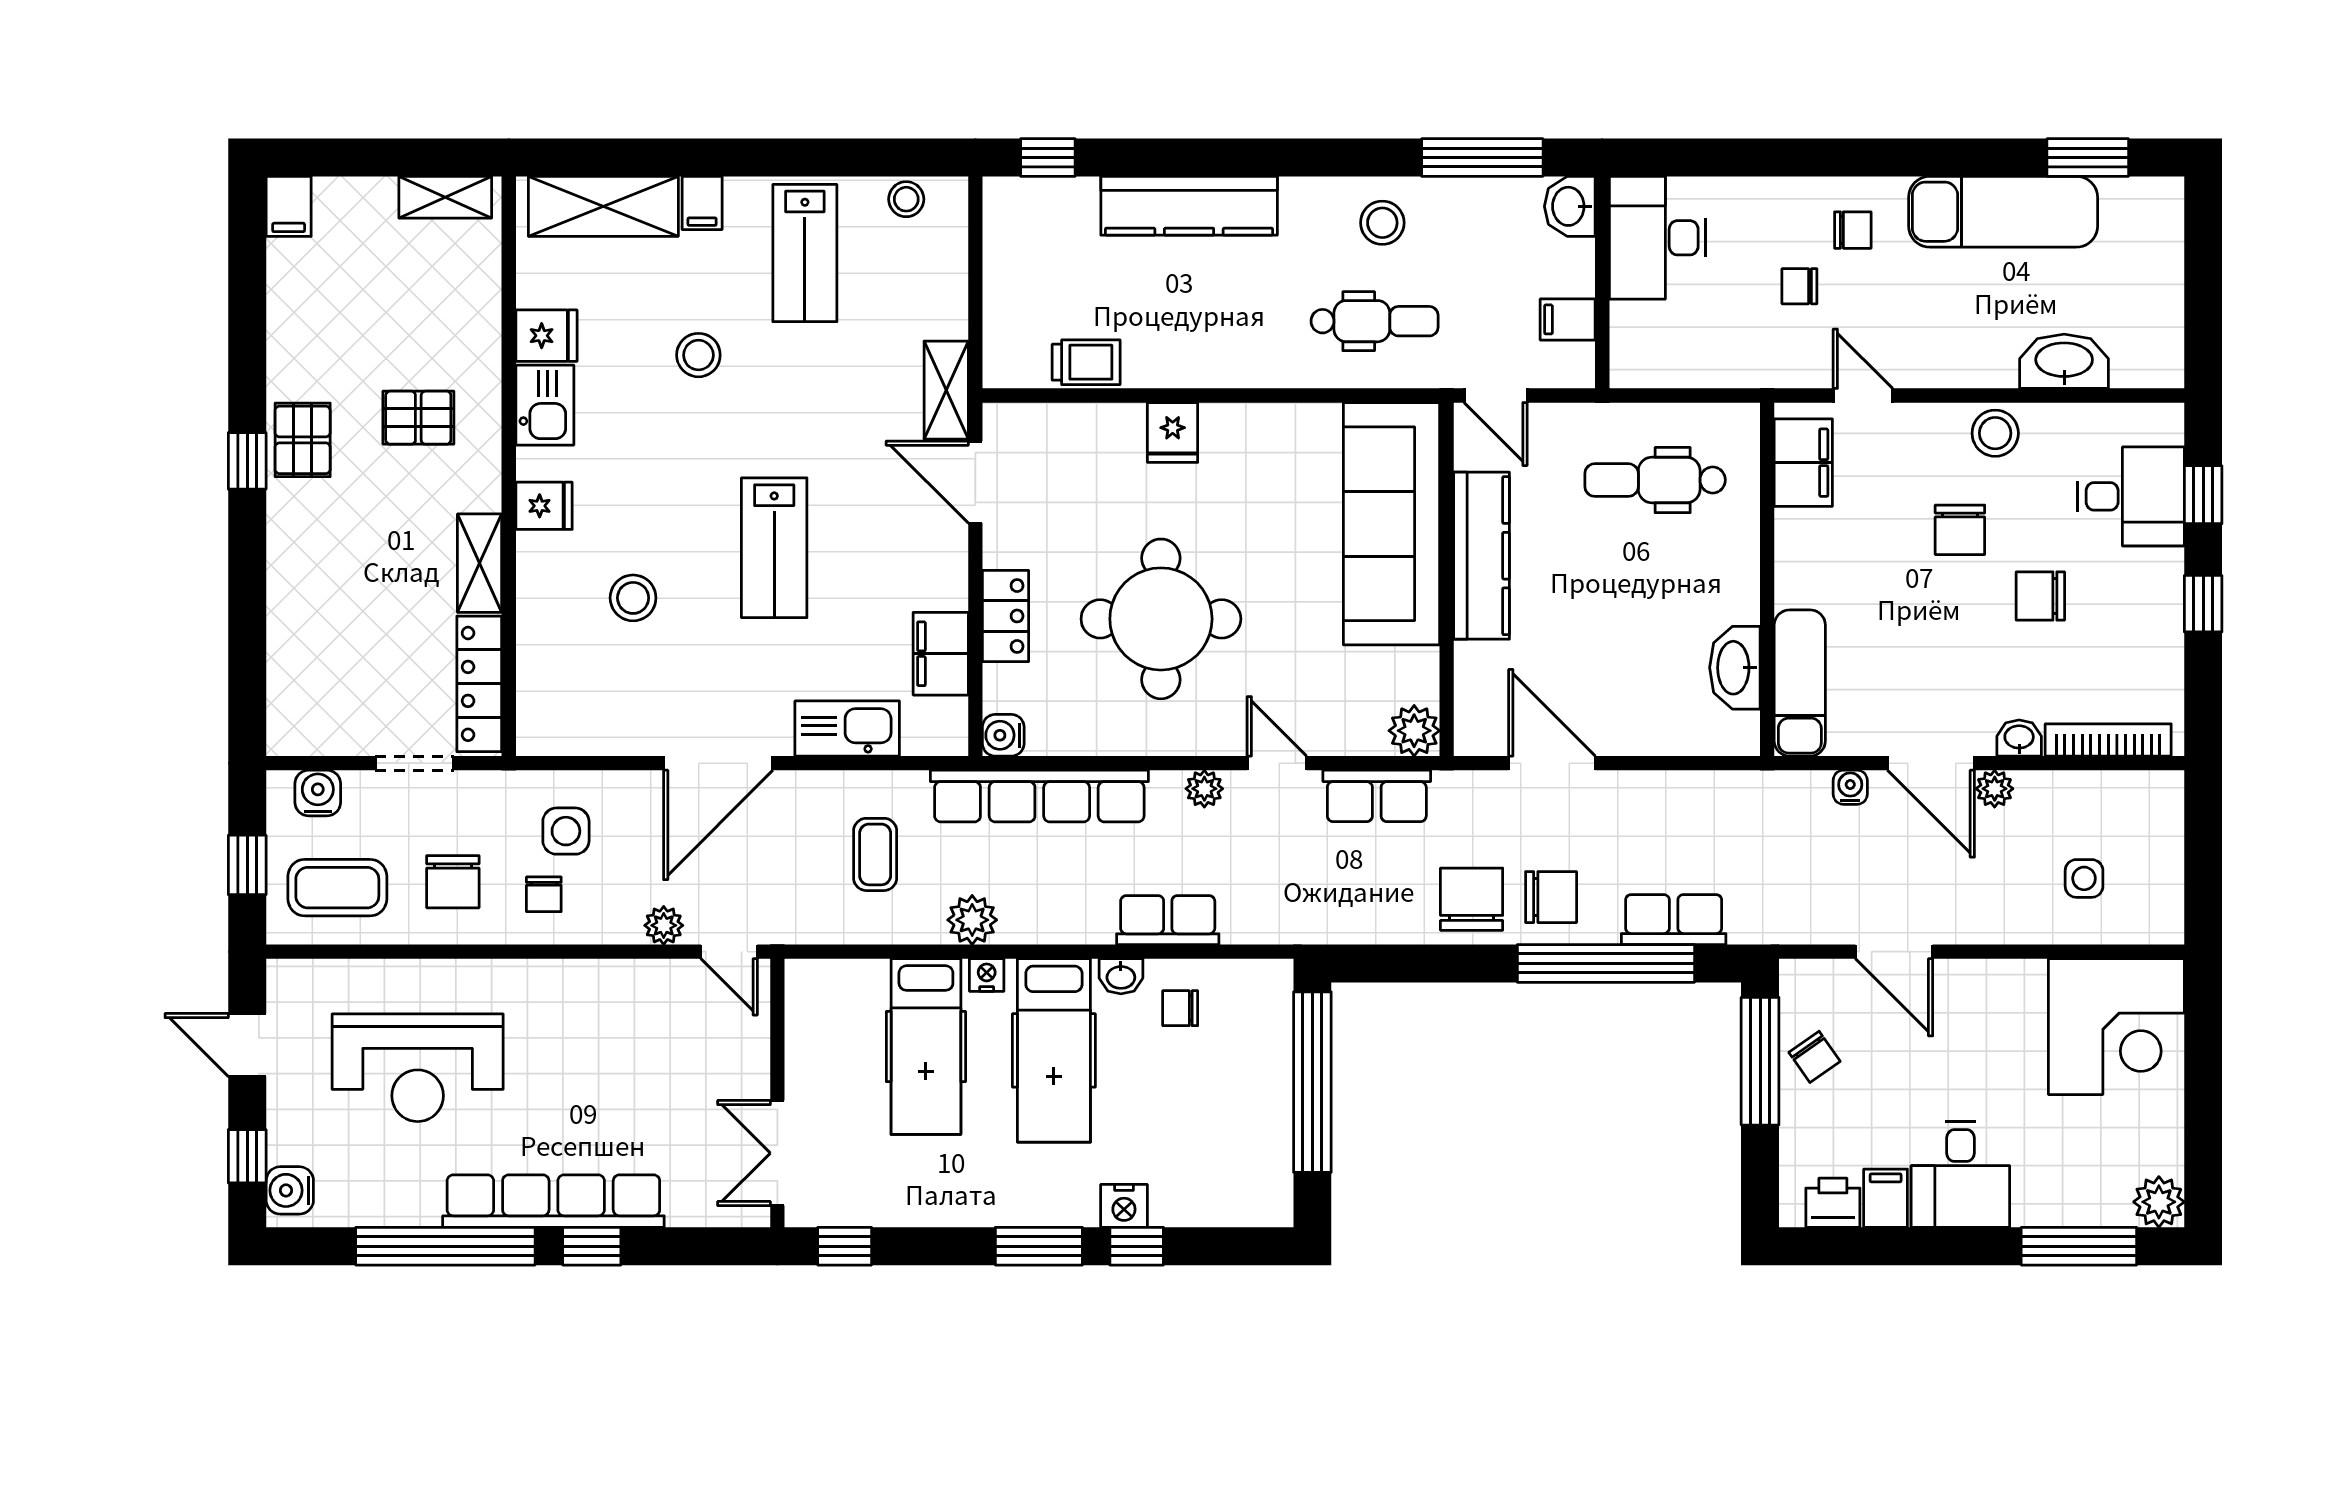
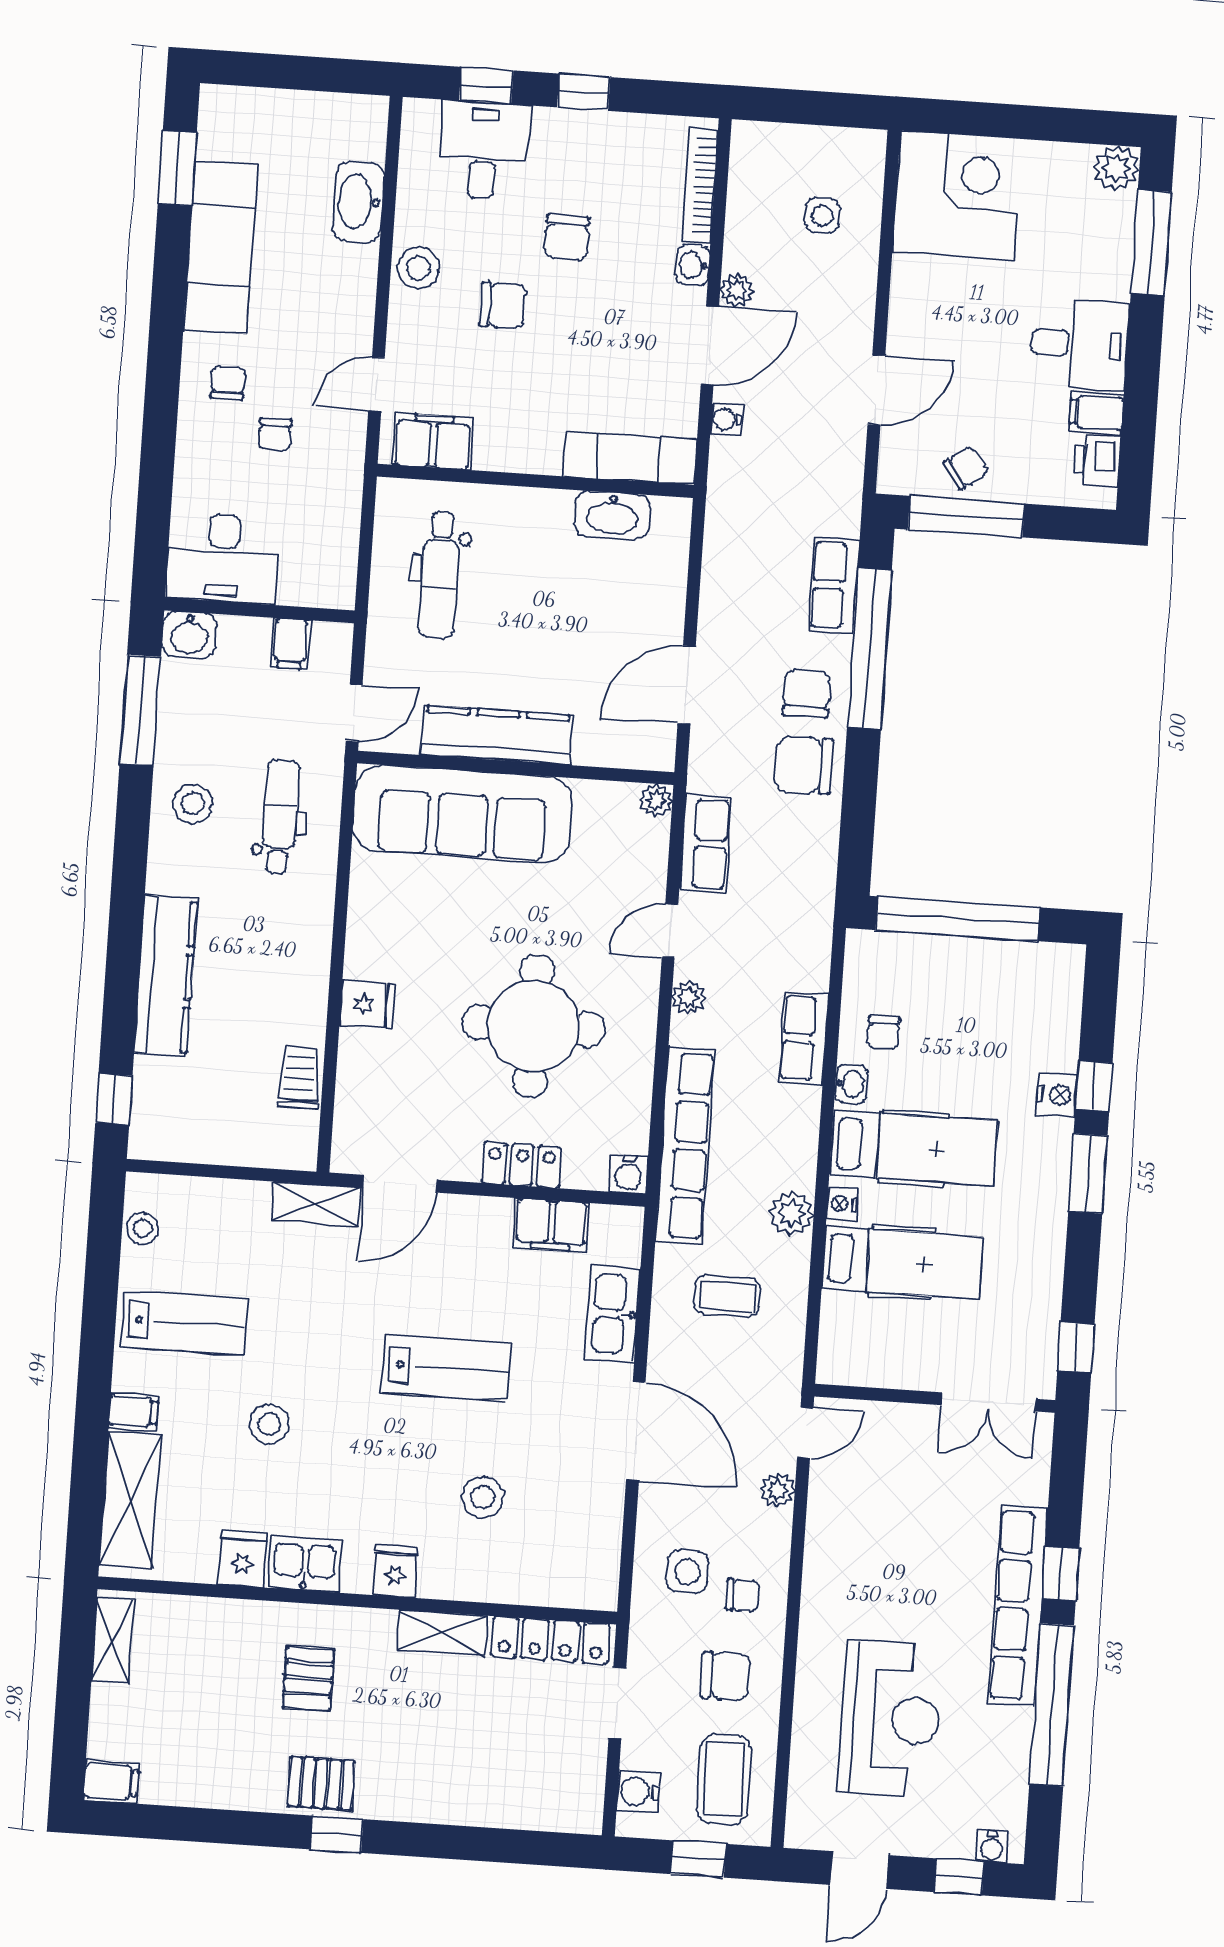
plant: (1414, 731) -> (656, 800), width x0.73, depth x0.73
water cooler: (290, 1190) -> (992, 1847), width x0.72, depth x0.72

